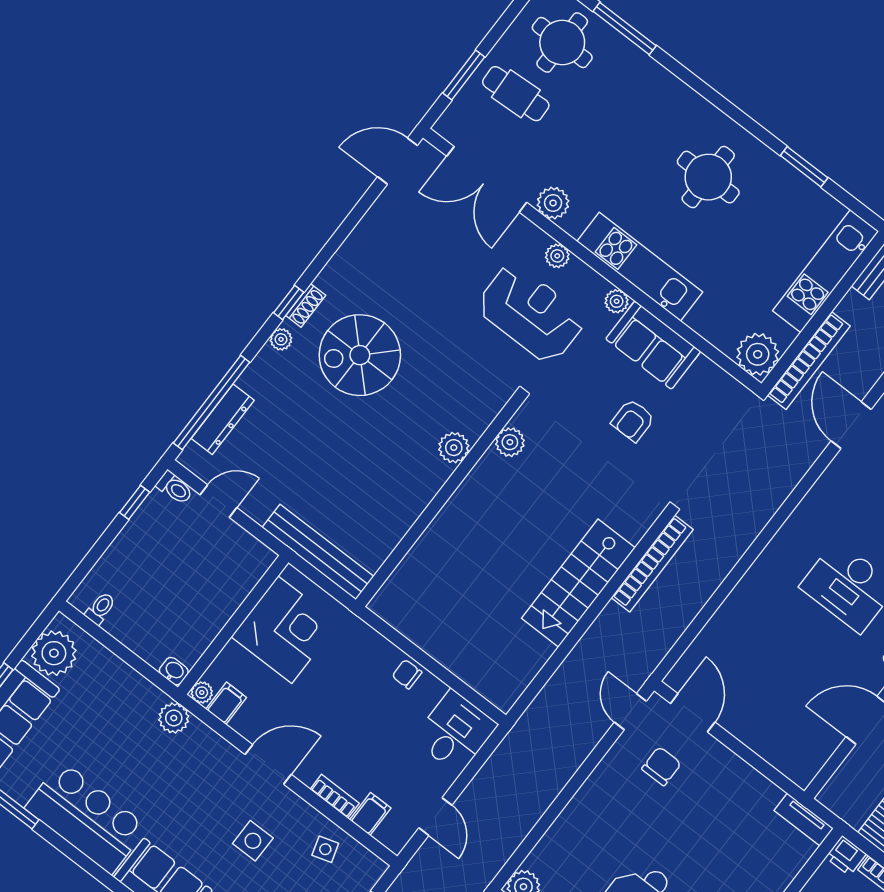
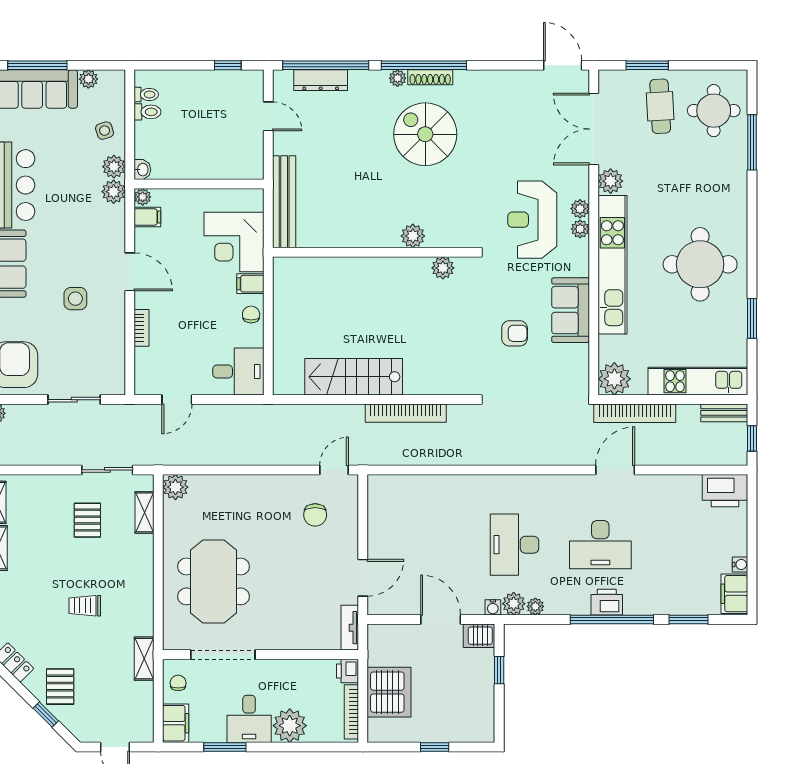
round table: (708, 177) -> (700, 264), width x1.36, depth x1.36
kitchen unit: (640, 267) -> (612, 265), width x1.36
plant: (617, 301) -> (580, 229), moved
window: (289, 302) -> (424, 65), width x3.17
shoe rack: (306, 305) -> (430, 77), width x1.43
reception desk: (531, 313) -> (532, 220), turned 180
armchair: (633, 420) -> (515, 333), turned 180
toilet: (175, 488) -> (147, 112), moved, turned -90
bookcase: (652, 564) -> (406, 413), moved
stairs: (578, 583) -> (354, 377), moved
corner desk: (285, 630) -> (234, 242), moved, turned 90
plant: (54, 653) -> (88, 79), width x0.53, depth x0.53
plant: (148, 698) -> (114, 167), added
door: (693, 713) -> (363, 578), moved
chair: (661, 766) -> (315, 515), turned 90
filing cabinet: (370, 814) -> (250, 284), moved, turned 180
side table: (325, 849) -> (105, 131), moved

